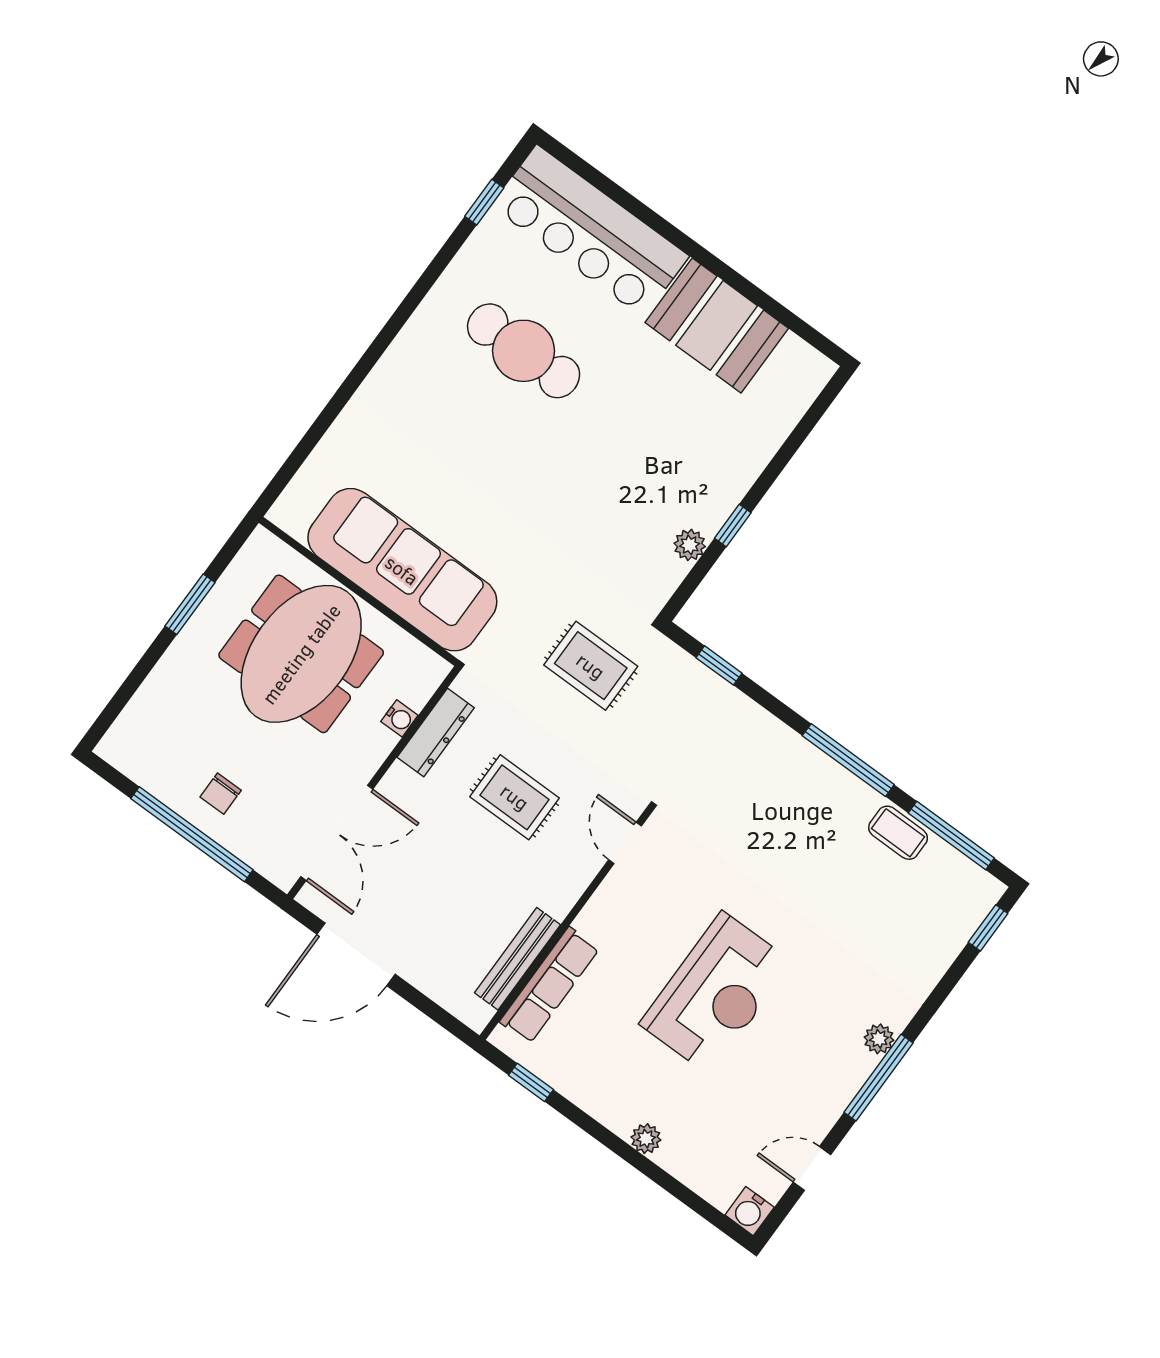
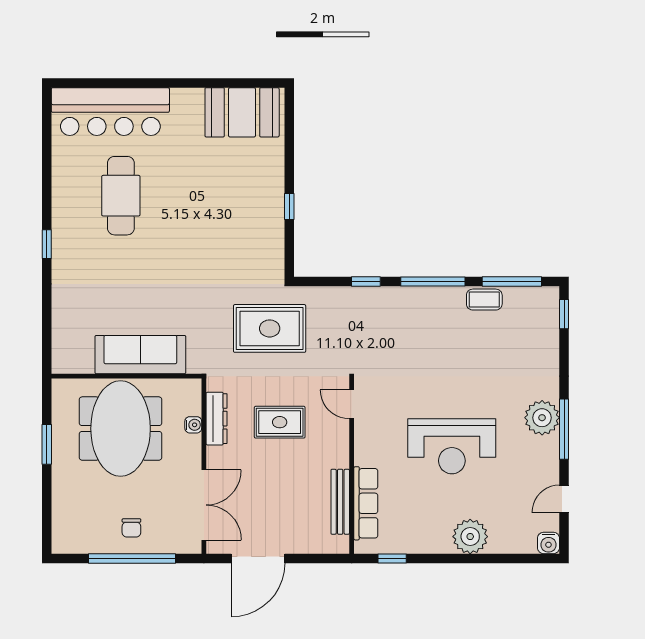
window: (484, 202) -> (47, 244), moved
booth: (717, 325) -> (242, 112), moved
cafe table: (524, 351) -> (121, 196), turned 90
plant: (690, 545) -> (275, 232), removed
sofa: (402, 570) -> (140, 355), width x0.74, depth x0.79
window: (719, 665) -> (366, 281), moved
rug: (591, 666) -> (270, 328), width x1.36, depth x1.43
reception desk: (716, 993) -> (452, 446), turned 90
plant: (879, 1039) -> (542, 418), width x1.87, depth x1.87
plant: (646, 1139) -> (470, 537), width x1.87, depth x1.87

